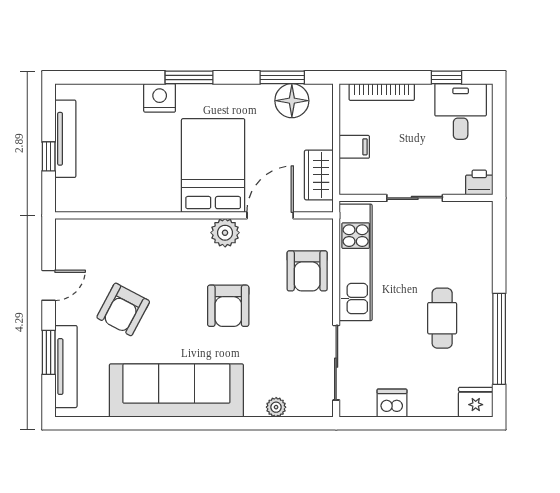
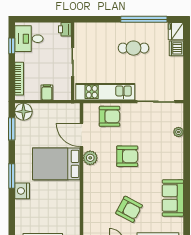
floor lamp: (292, 101) -> (23, 112), moved
wardrobe: (319, 175) -> (61, 110), removed
sofa: (176, 390) -> (173, 198), width x0.54, depth x0.79
dishwasher: (392, 403) -> (176, 48), moved

